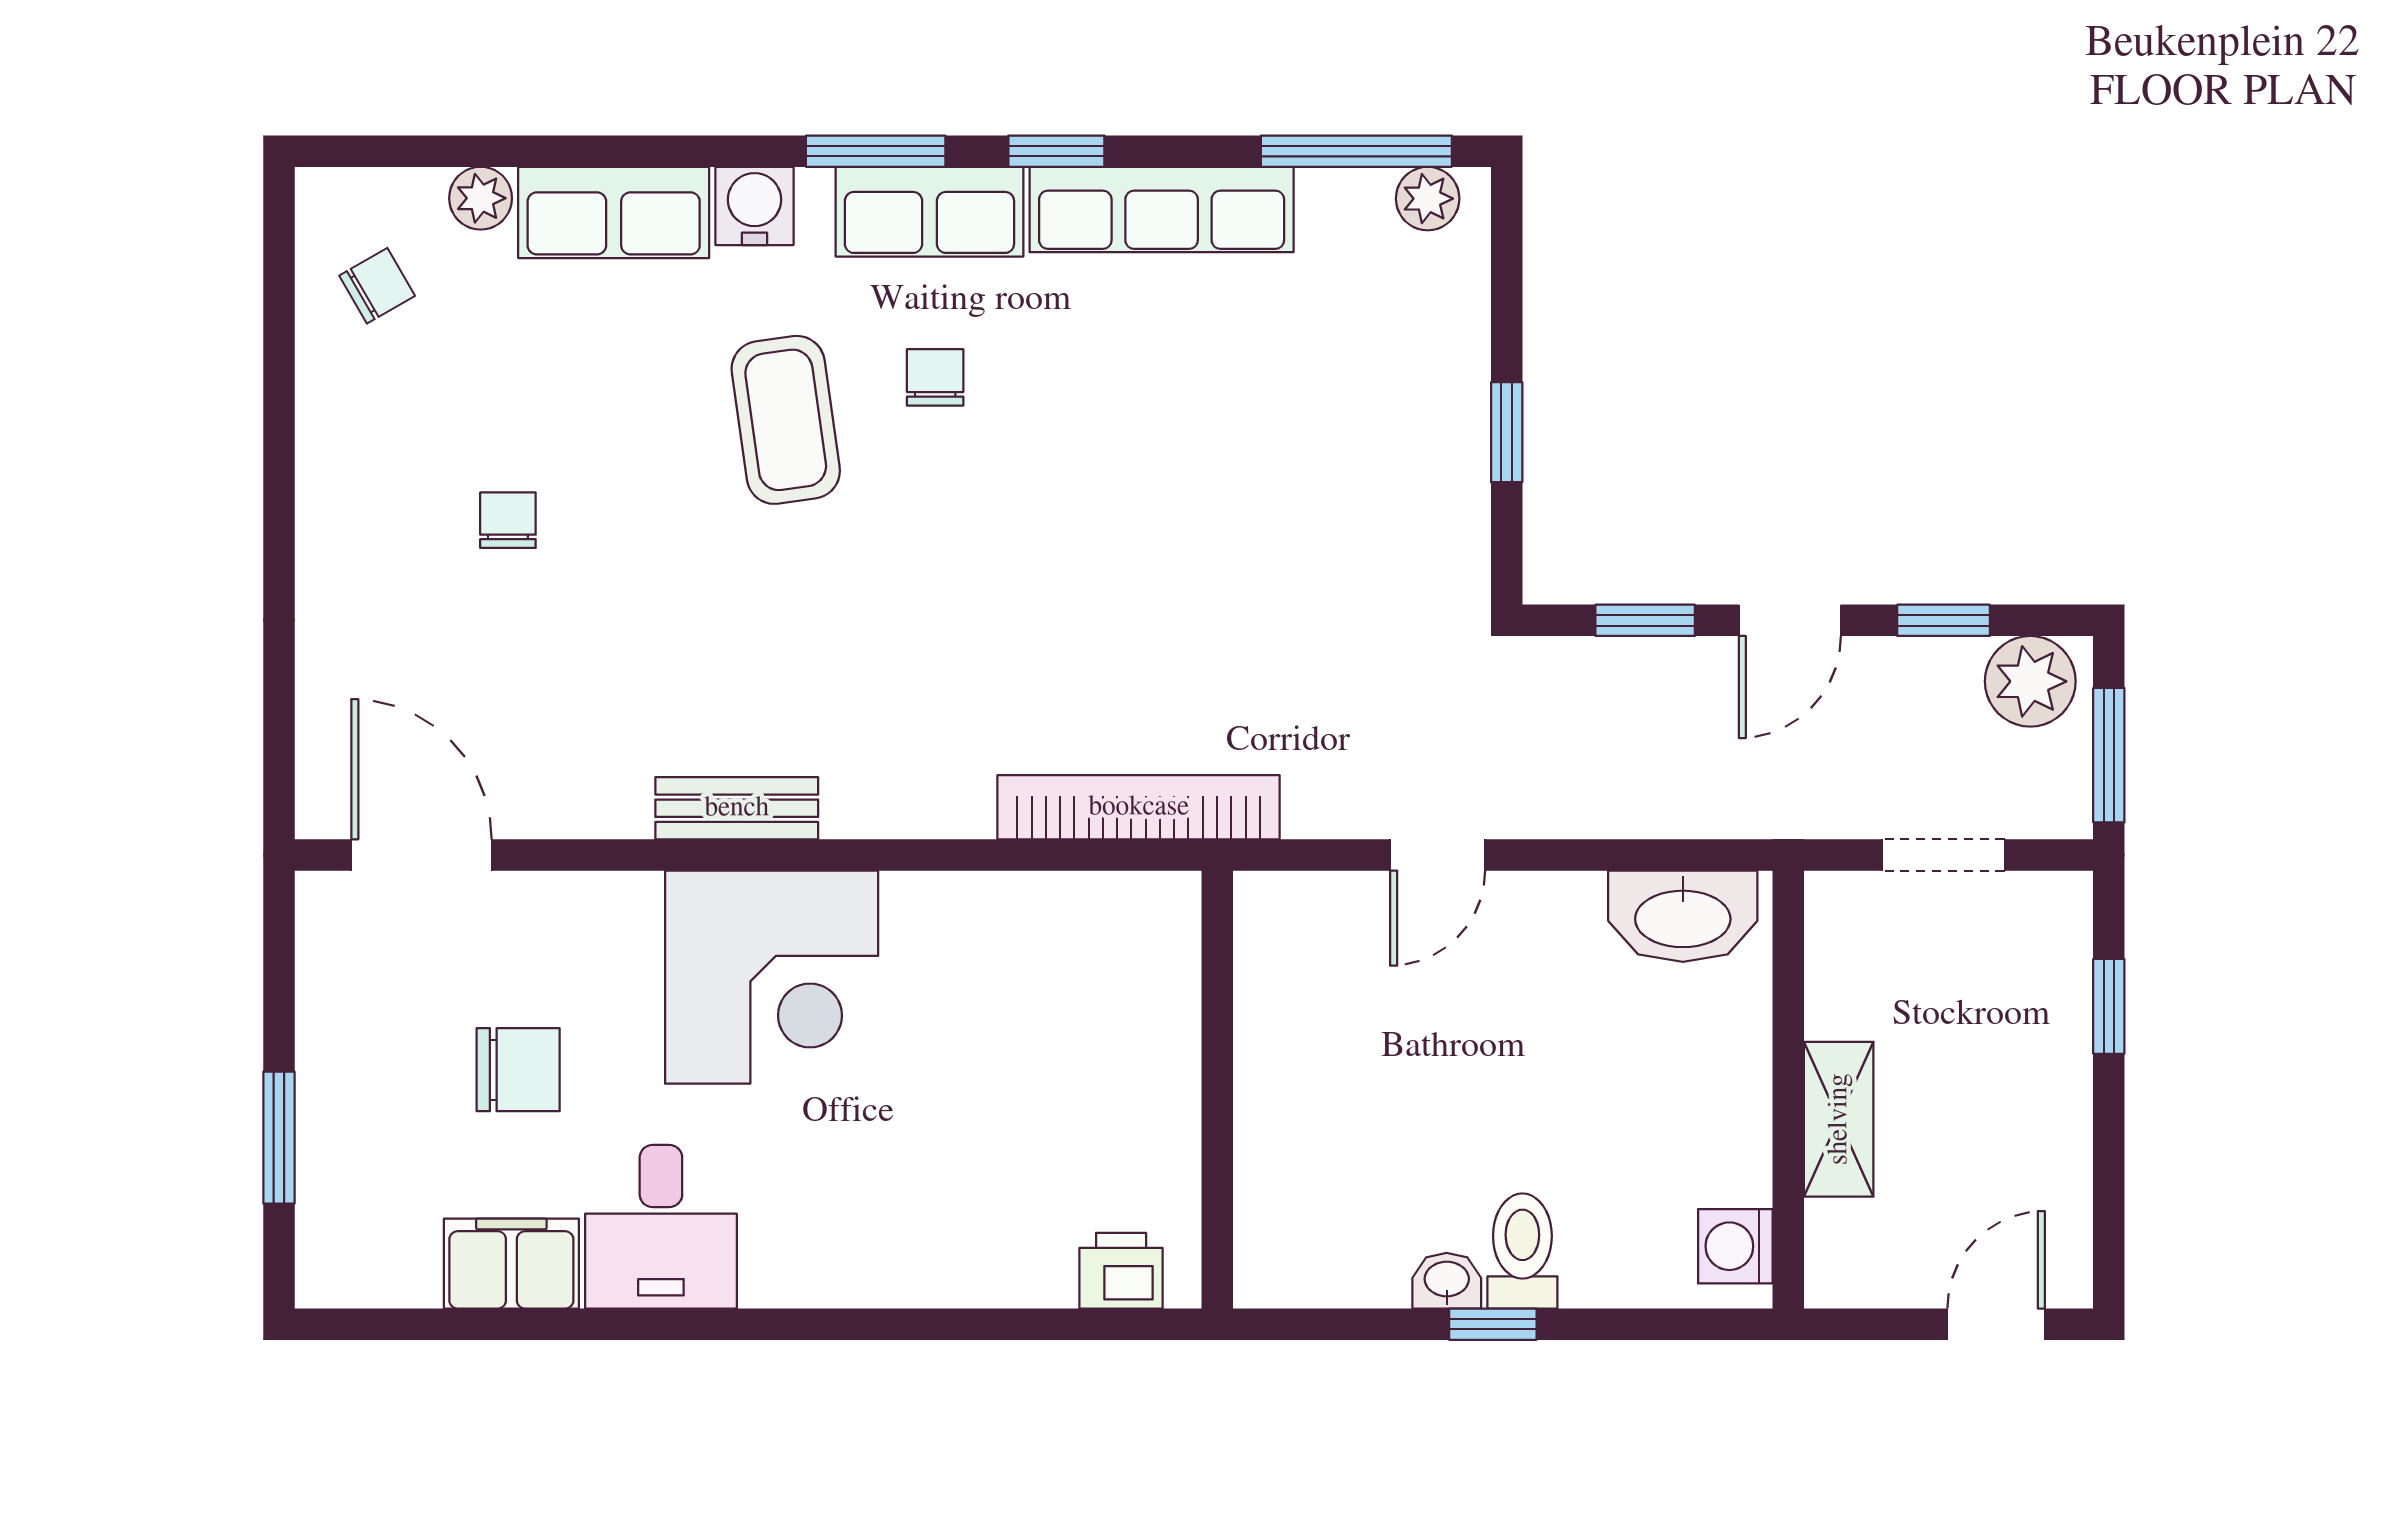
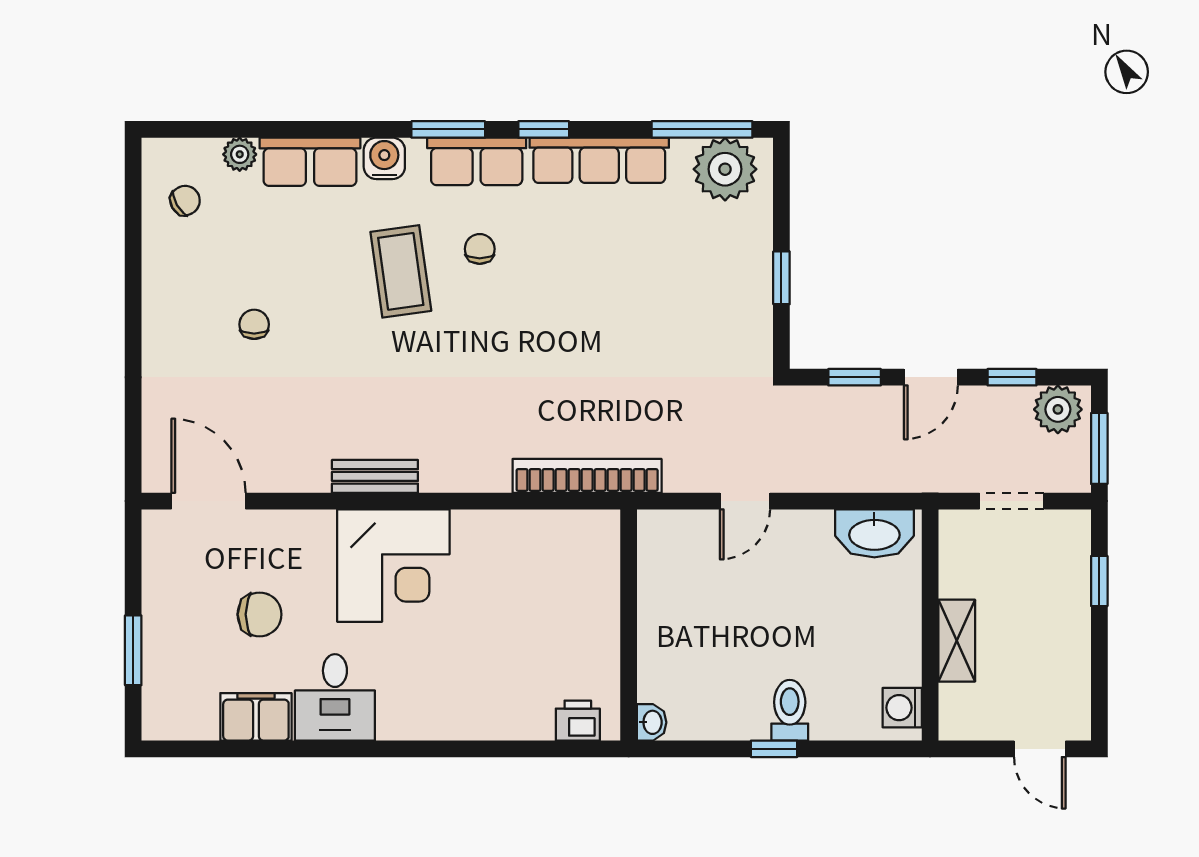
plant: (1428, 199) -> (725, 169), width x1.88, depth x1.88
washbasin: (1447, 1281) -> (652, 722), moved, turned 90
door: (1996, 1324) -> (1040, 749), swing flipped

